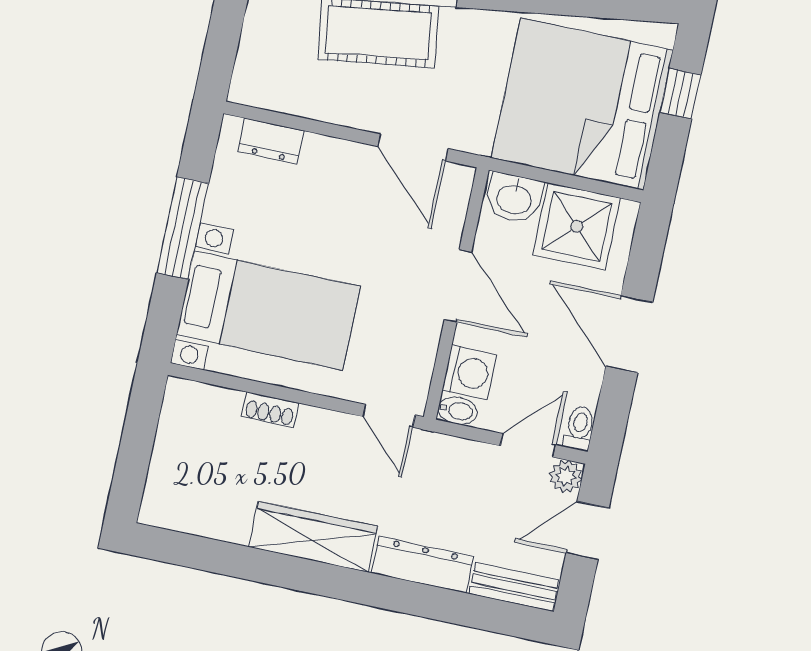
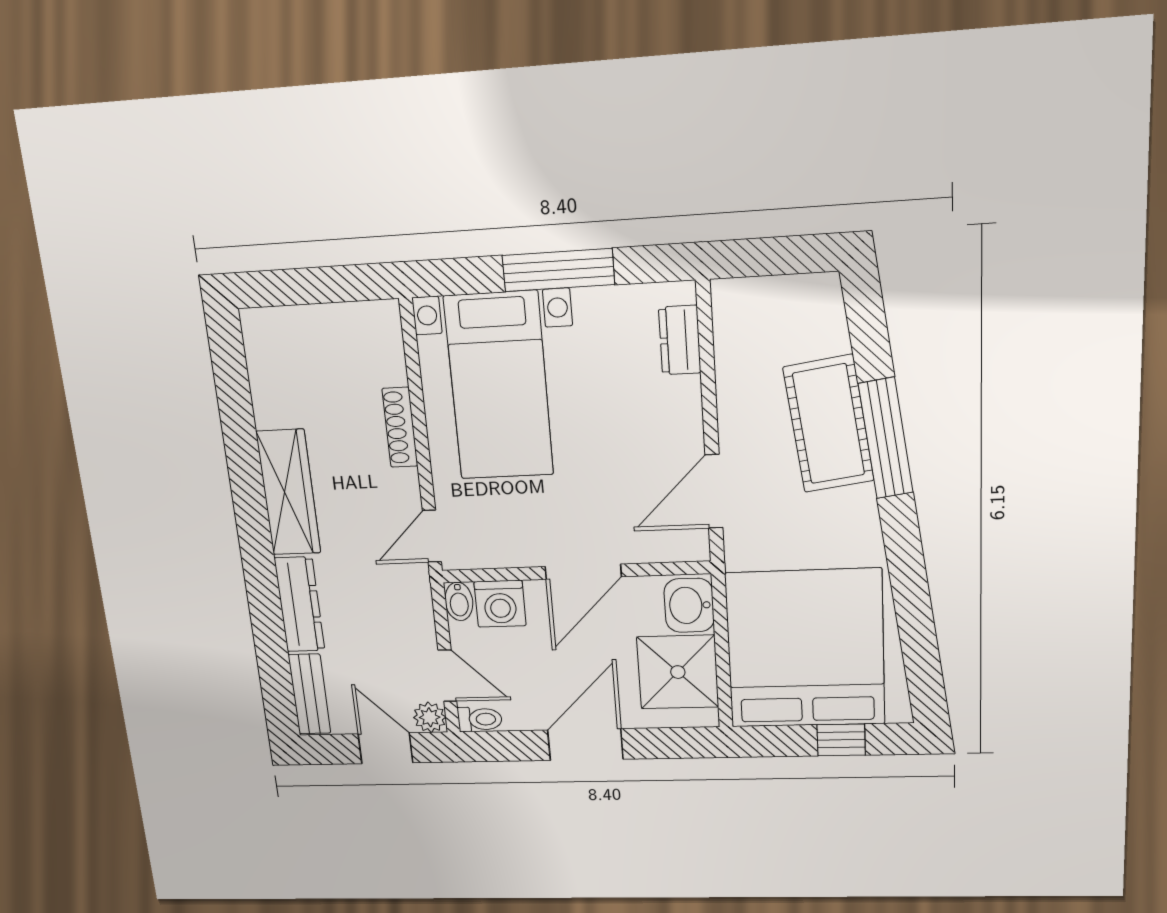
shoe rack: (270, 410) -> (400, 427), width x1.43

